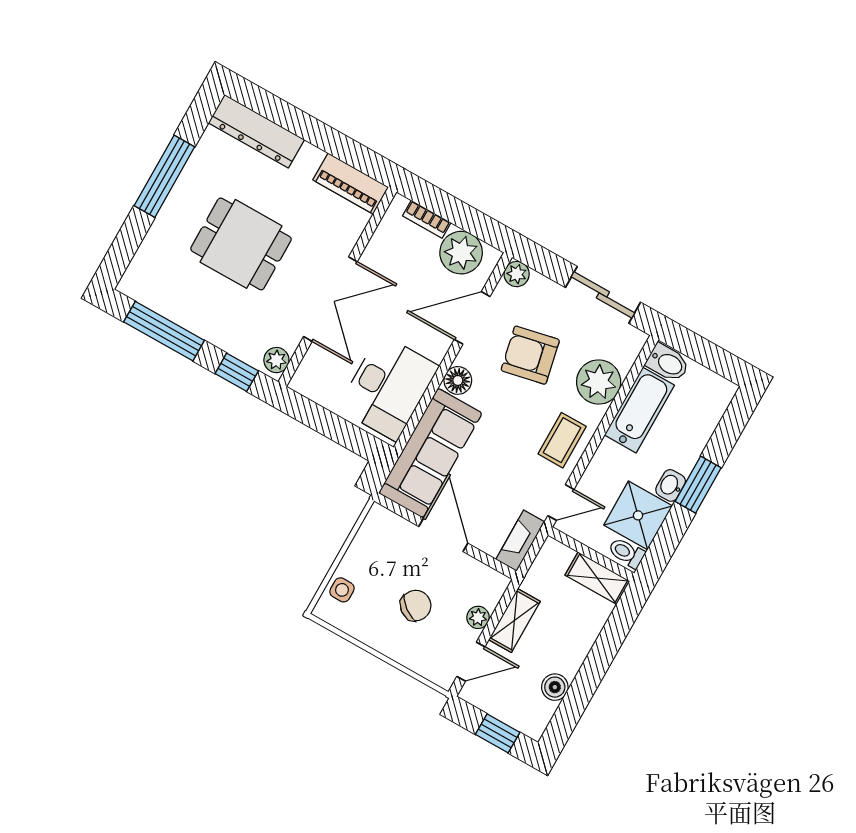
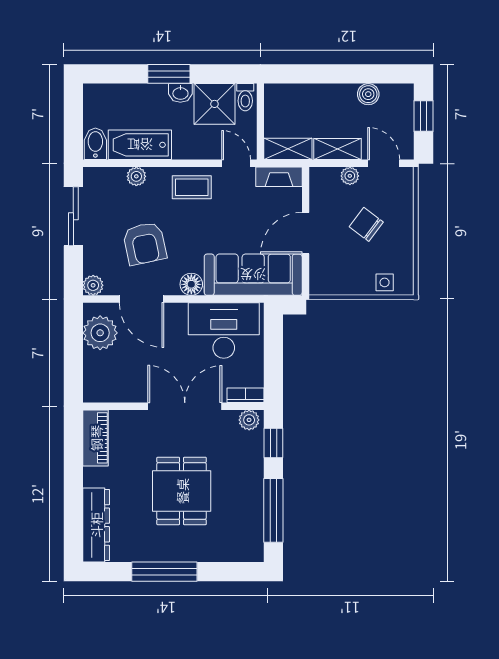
bookcase: (427, 219) -> (246, 395), moved, turned -90
plant: (599, 382) -> (136, 176), width x0.53, depth x0.53
shelving: (597, 578) -> (288, 149), moved, turned 90

